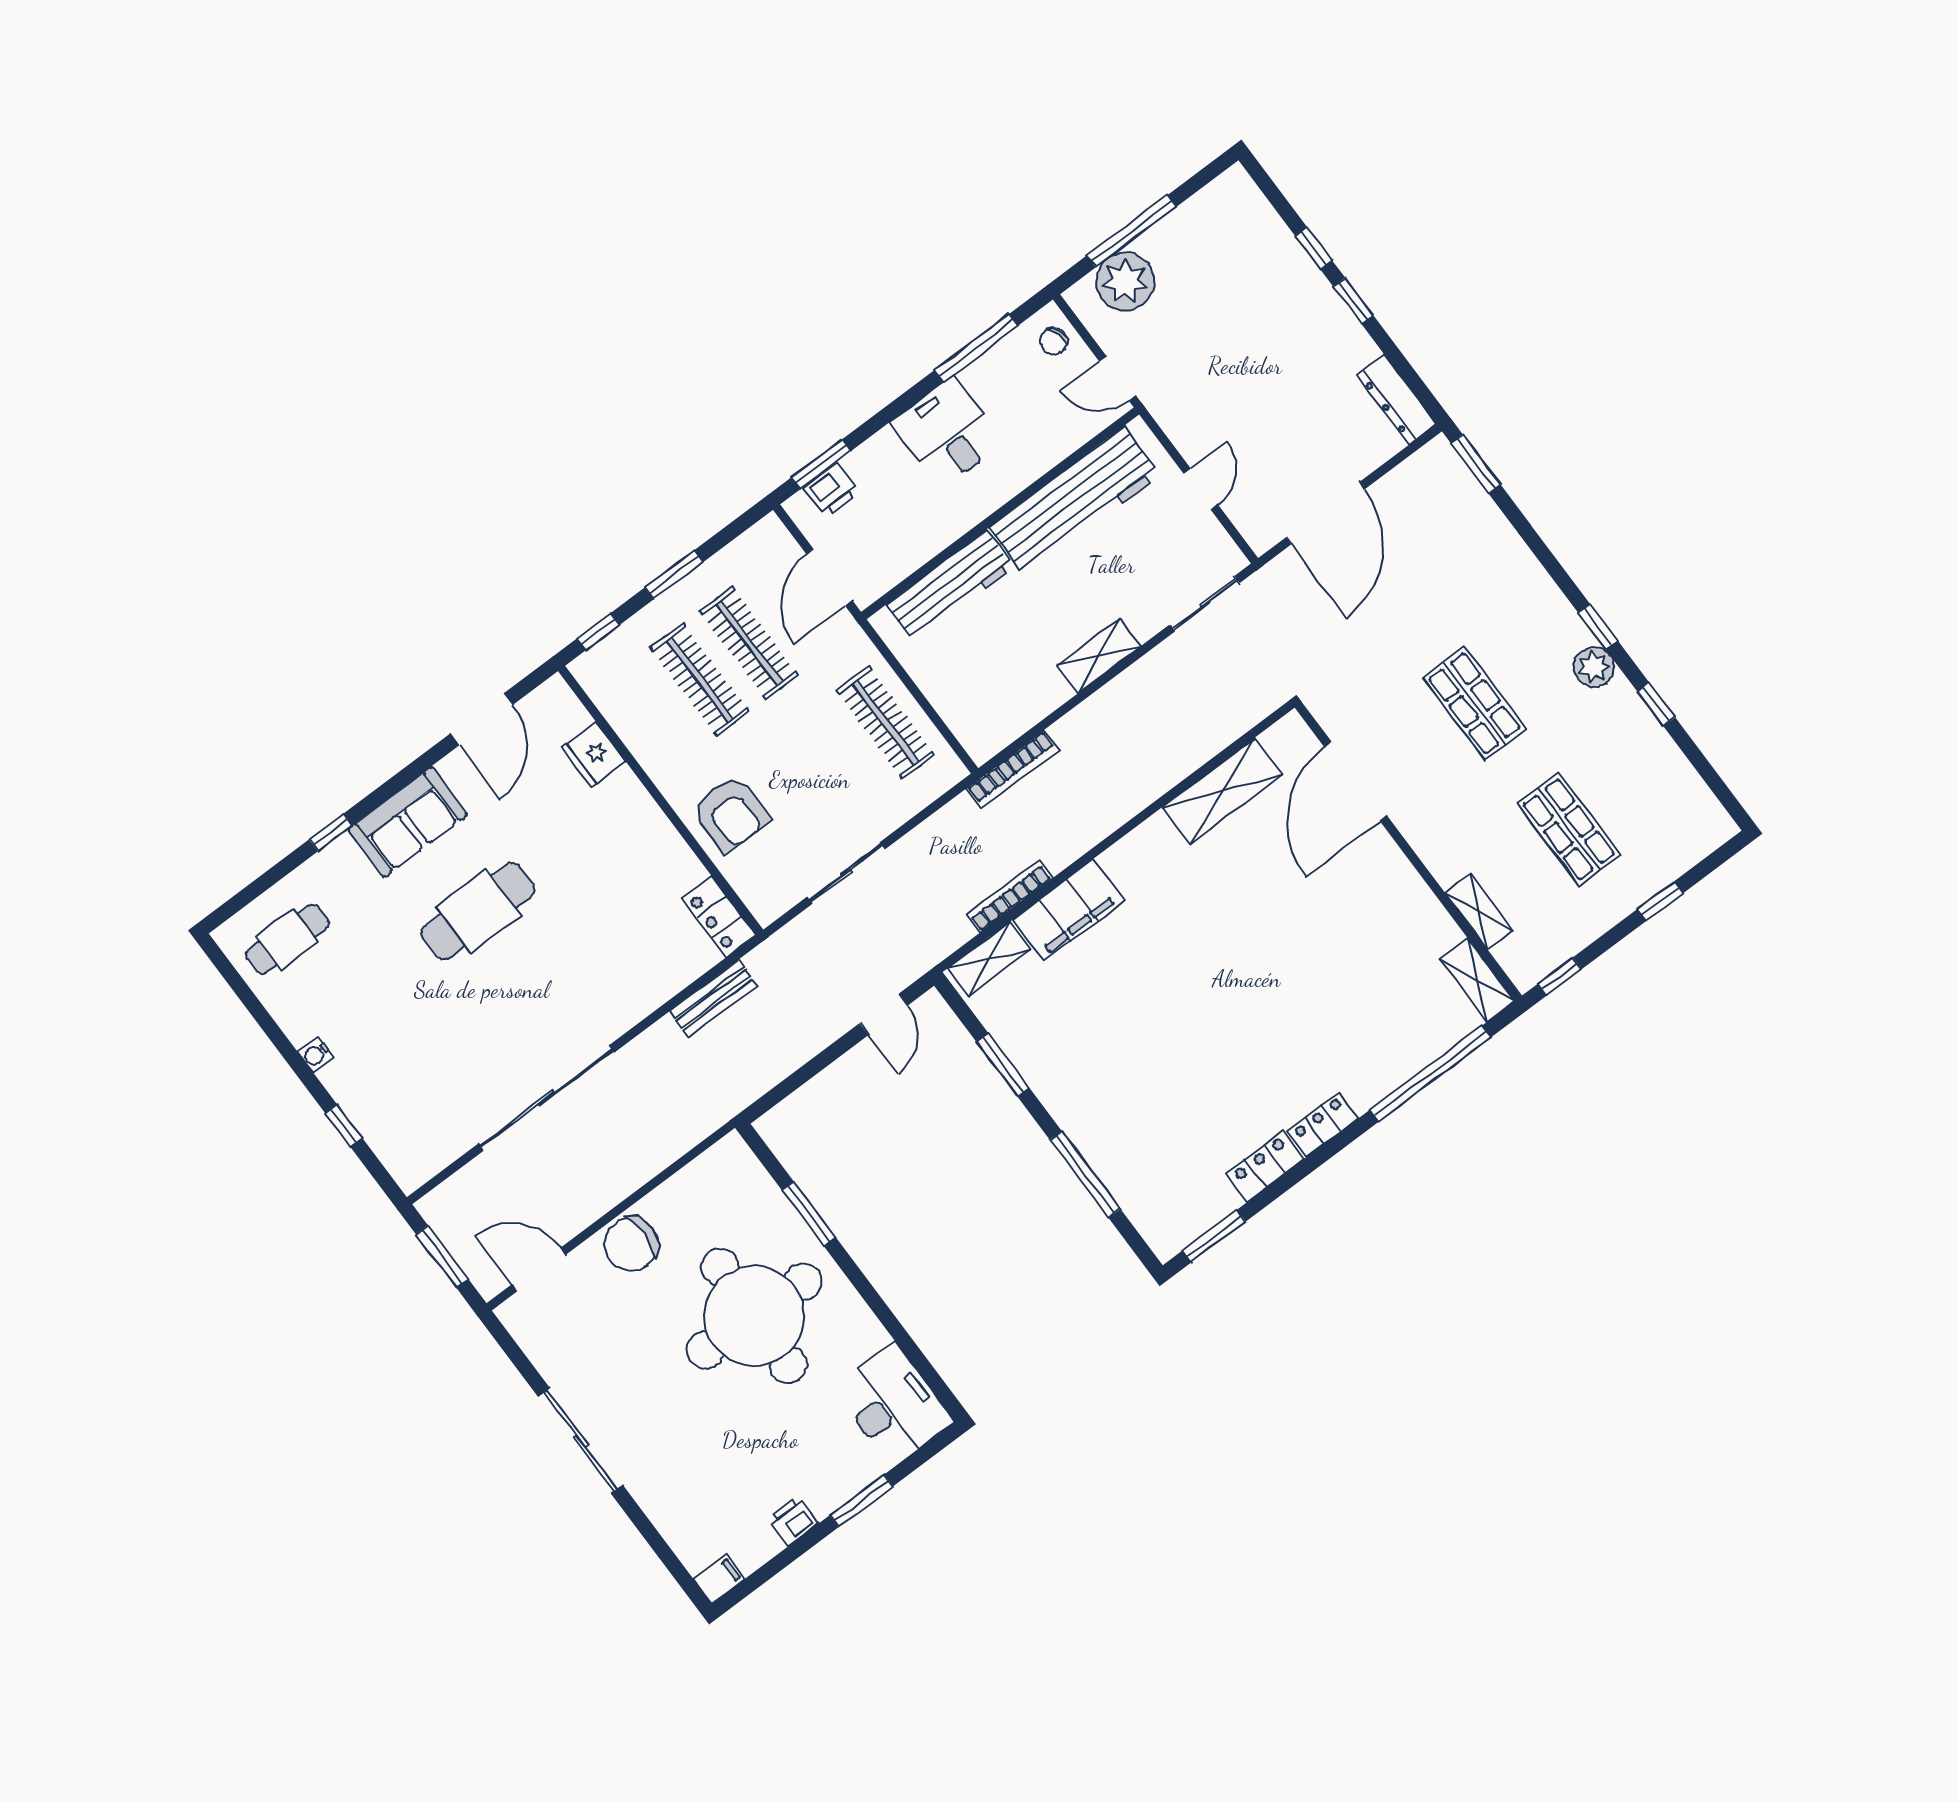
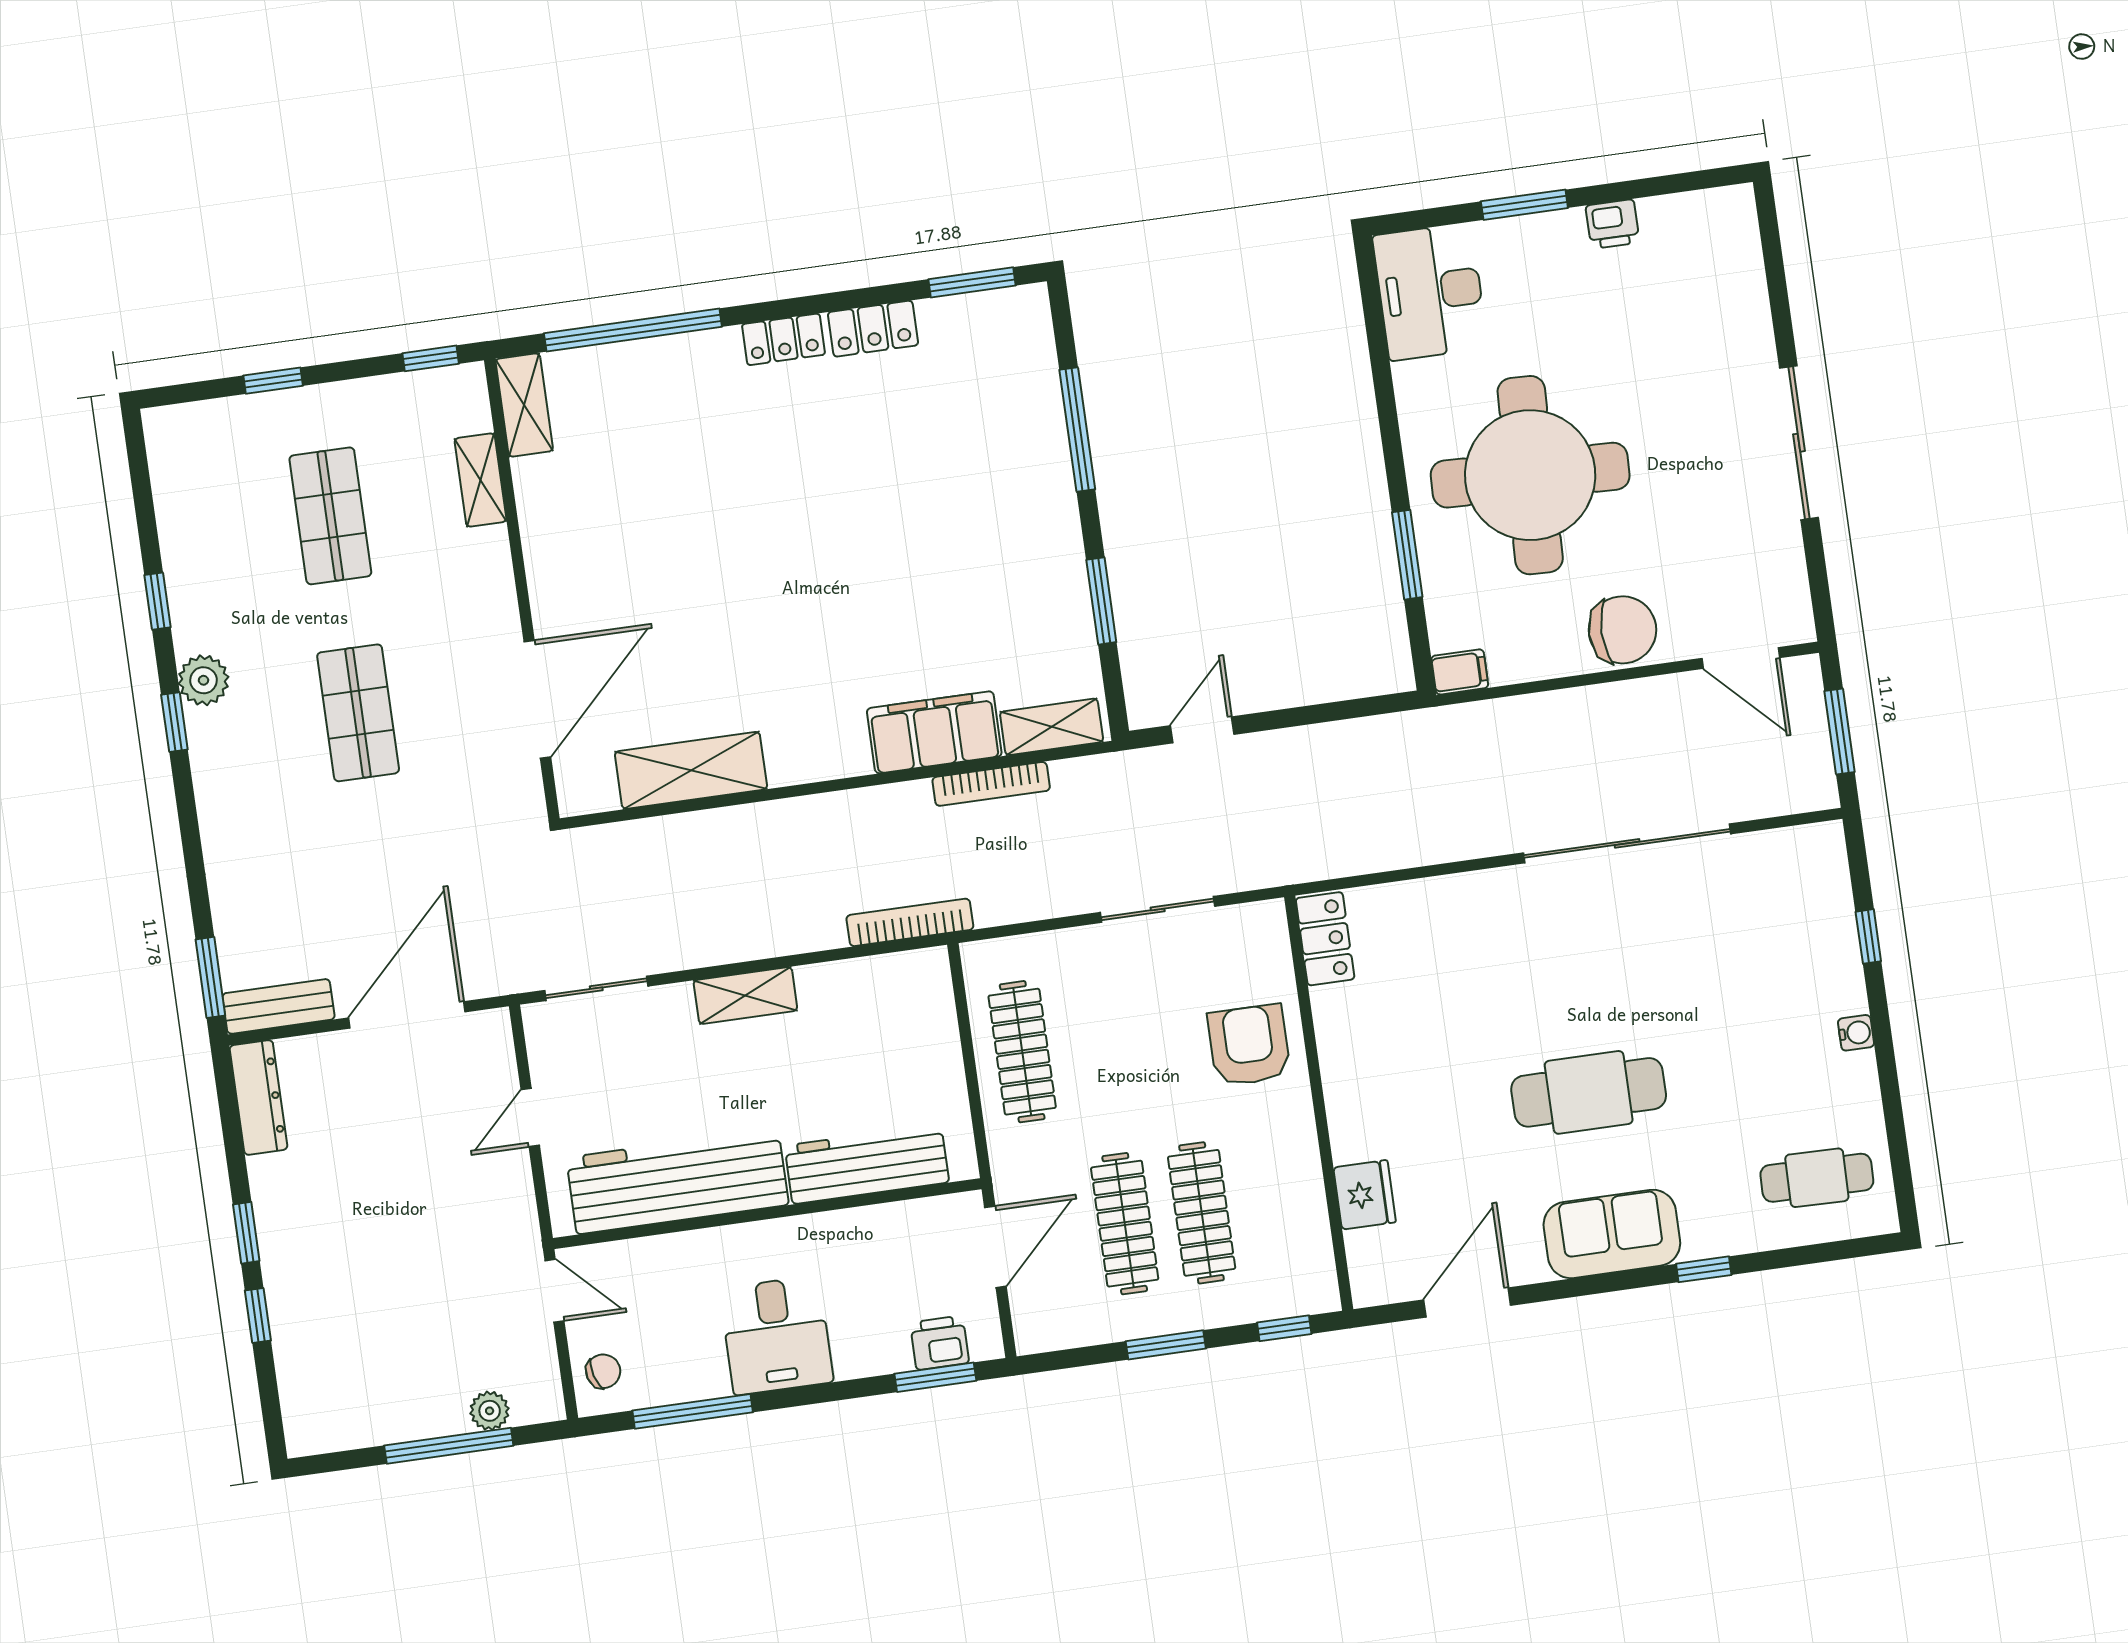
plant: (1125, 282) -> (490, 1411), width x0.53, depth x0.53
bench: (713, 999) -> (278, 1006), moved
filing cabinet: (719, 1579) -> (1460, 672), moved, turned 180

